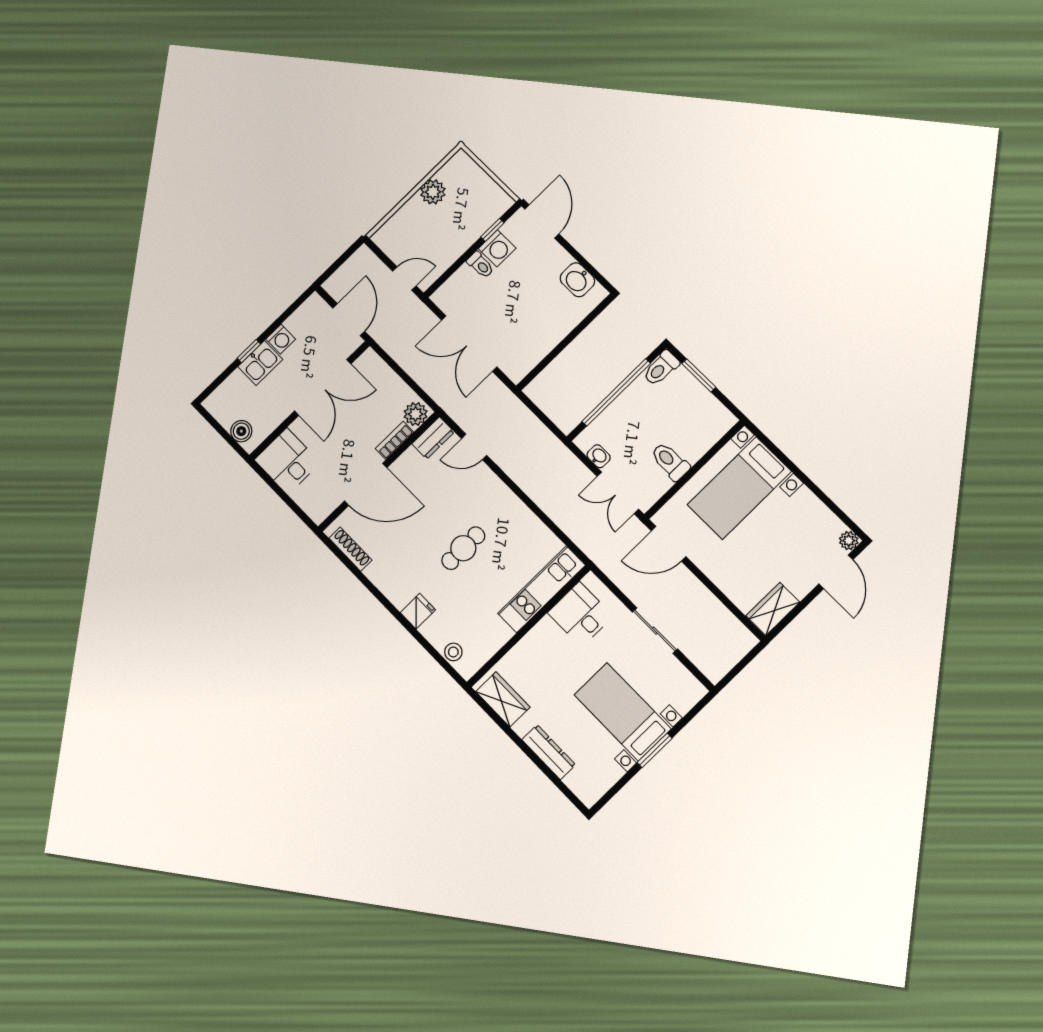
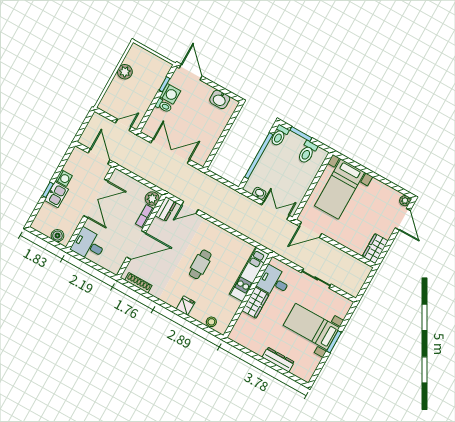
double door: (469, 343) -> (170, 151), swing flipped
toilet: (670, 461) -> (307, 152), moved, turned -90
double door: (618, 493) -> (275, 210), swing flipped
wardrobe: (503, 699) -> (256, 303), moved, turned 90

